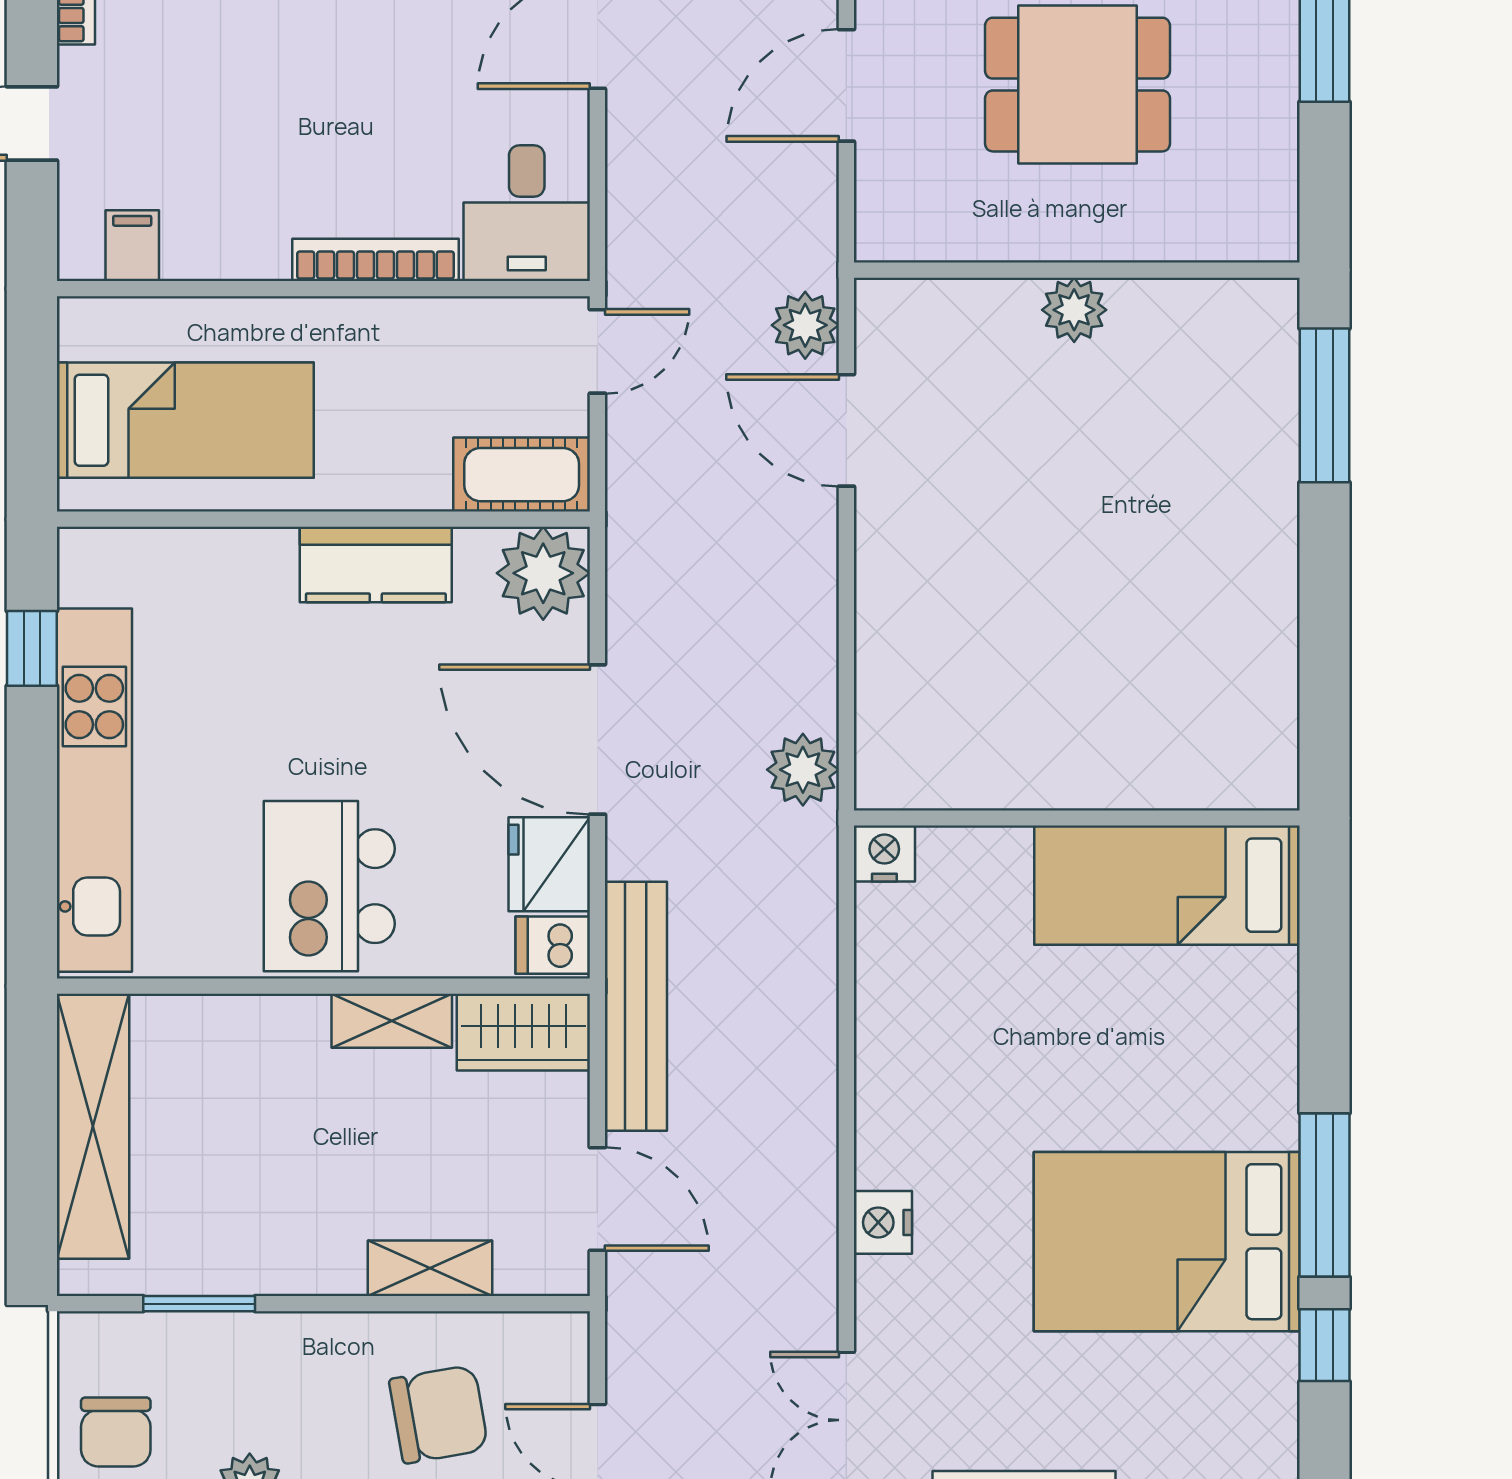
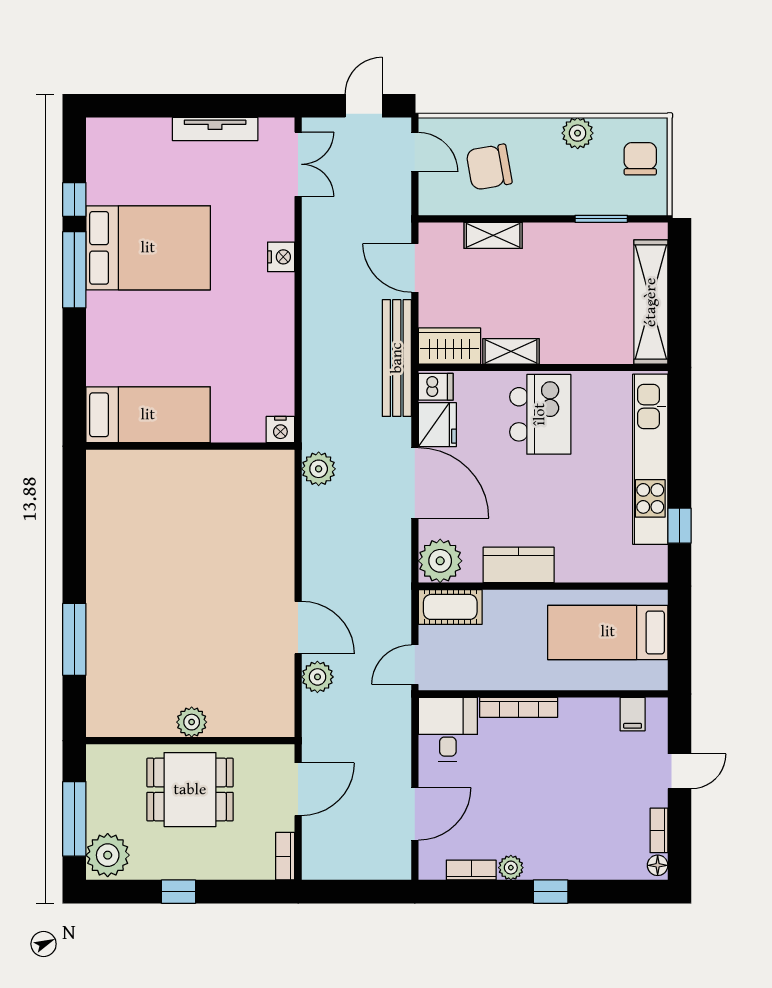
wall: (1077, 270) -> (190, 741), moved
plant: (1074, 310) -> (192, 722), moved

